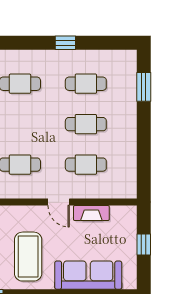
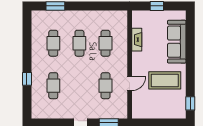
window: (65, 43) -> (27, 79), moved
door: (59, 202) -> (130, 84), moved

